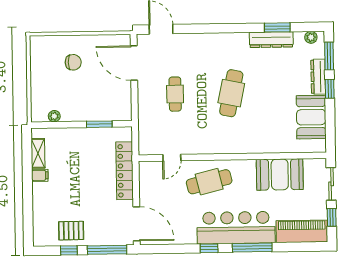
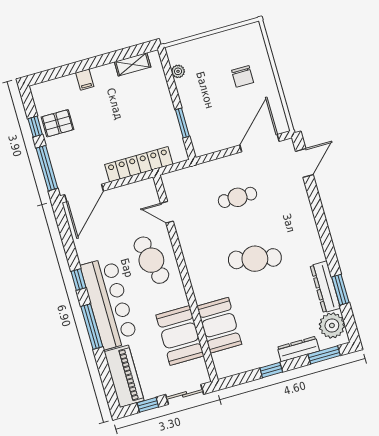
plant: (311, 37) -> (332, 325), width x1.87, depth x1.87
window: (330, 89) -> (271, 370), moved
booth: (311, 117) -> (219, 325), moved, turned 90
filing cabinet: (40, 175) -> (85, 80), moved
pallet: (71, 231) -> (58, 123), turned 90

